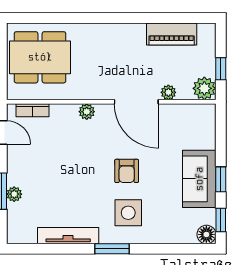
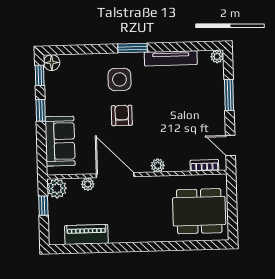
sofa: (199, 179) -> (60, 141), moved
plant: (14, 194) -> (217, 56), moved

